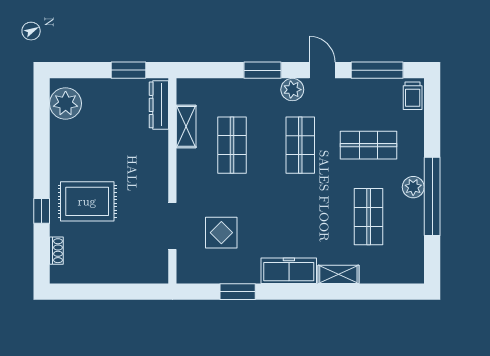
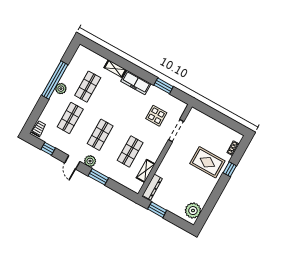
window: (377, 70) -> (48, 149), width x0.46
shop shelf: (369, 145) -> (70, 118), turned 90

